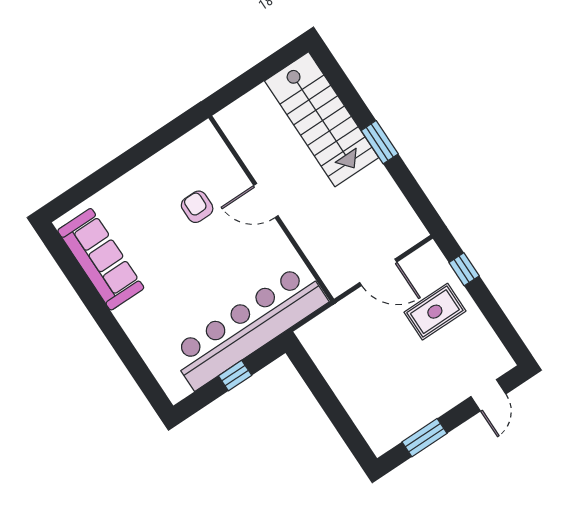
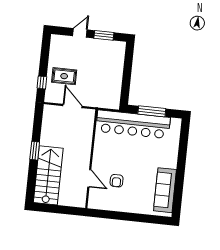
door: (266, 201) -> (89, 178), moved
window: (235, 376) -> (152, 111), width x2.17
door: (488, 395) -> (80, 33), moved

